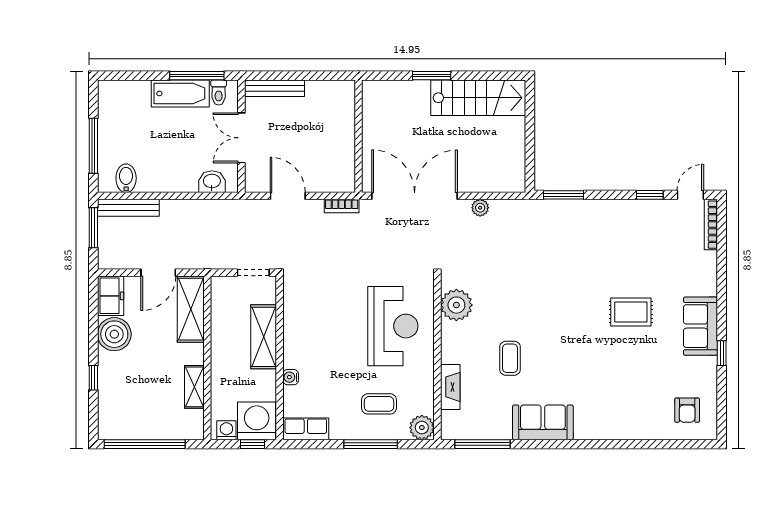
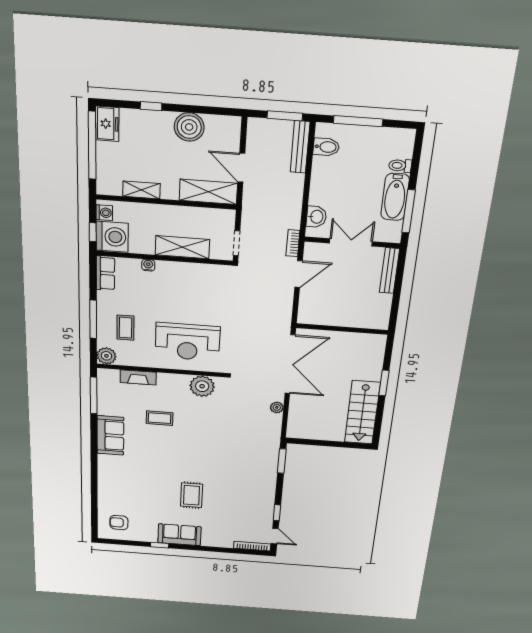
toilet: (219, 92) -> (400, 166), moved
bookcase: (342, 206) -> (293, 243), moved
freezer: (111, 296) -> (107, 124), moved, turned -90

